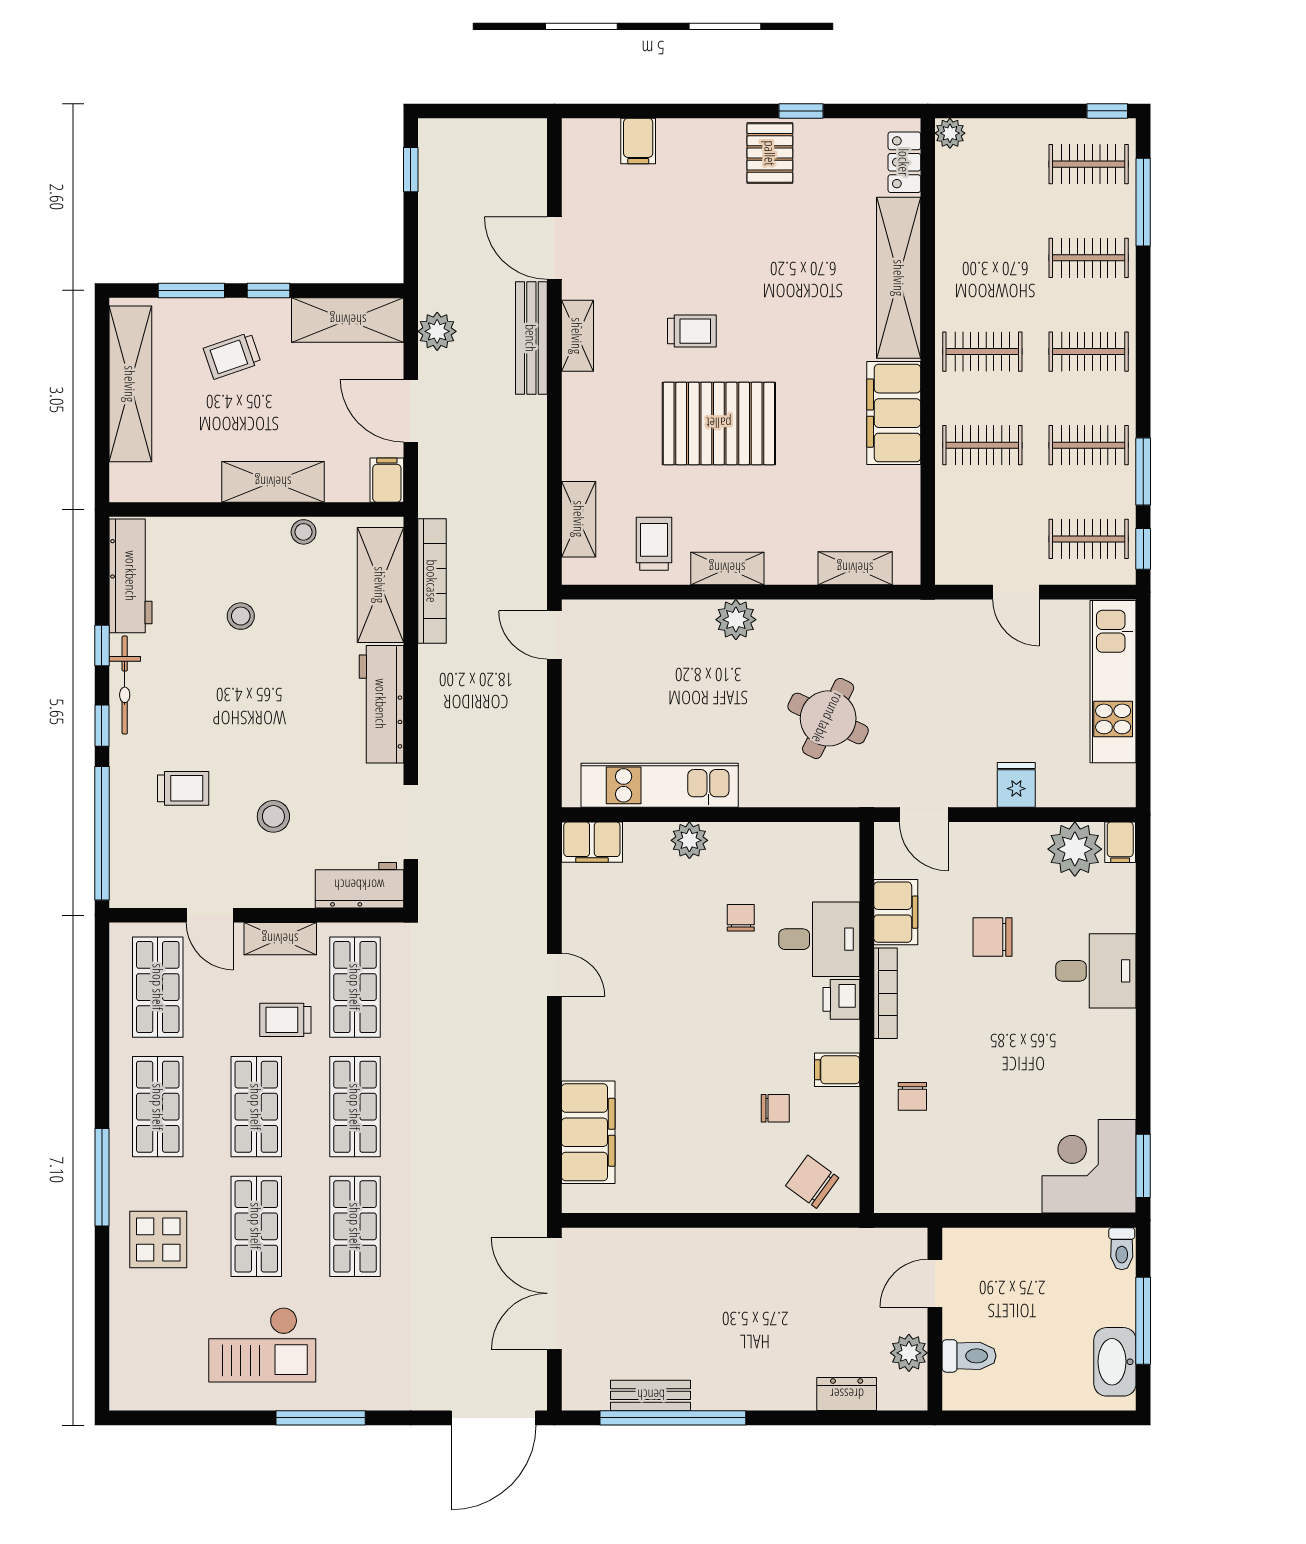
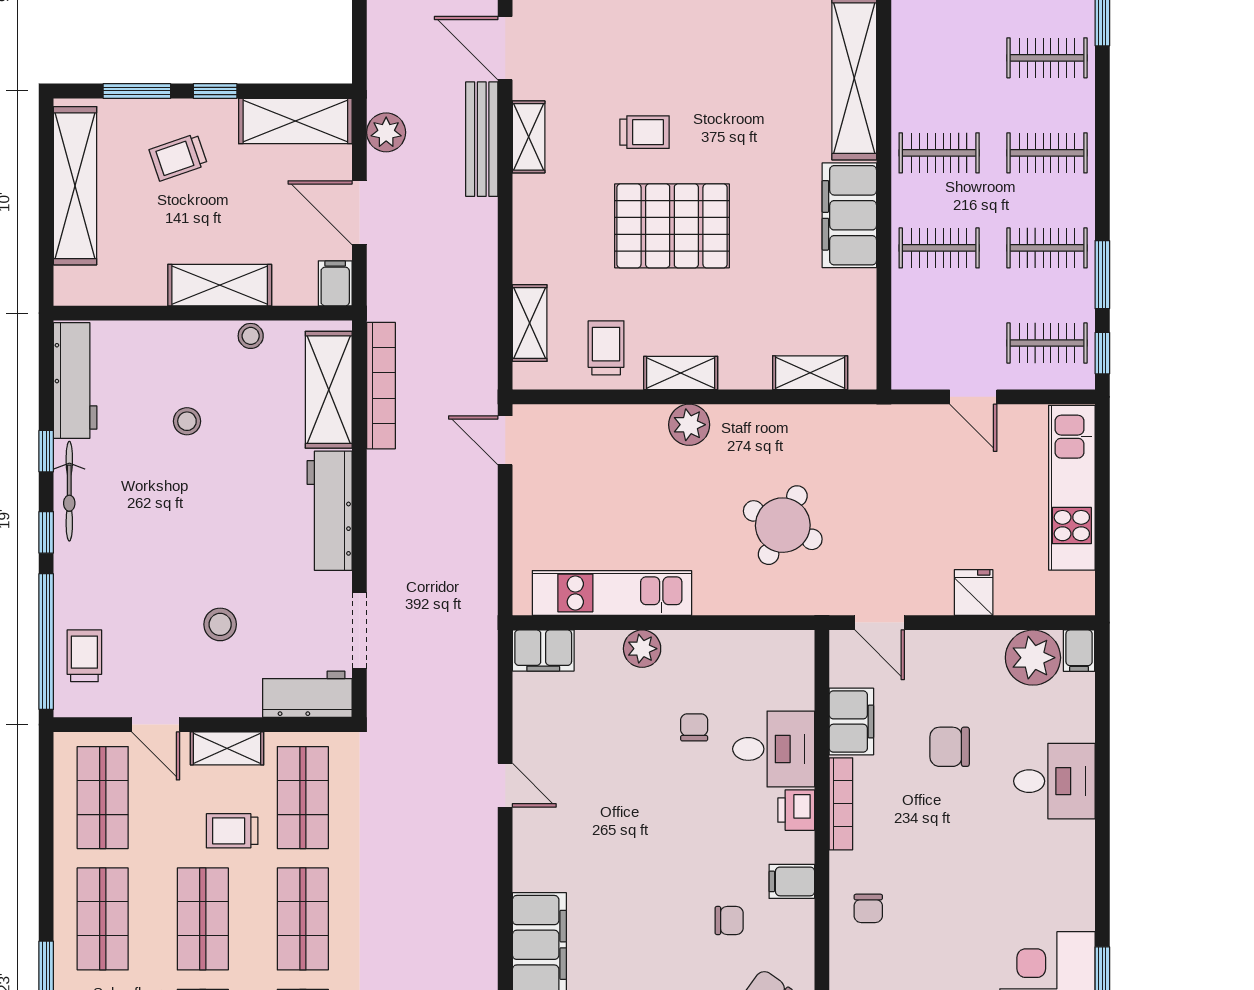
trolley: (183, 788) -> (84, 656), moved, turned -90

